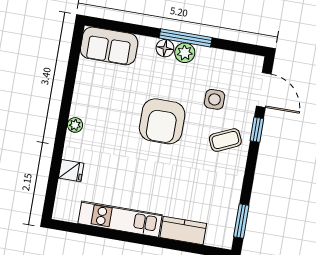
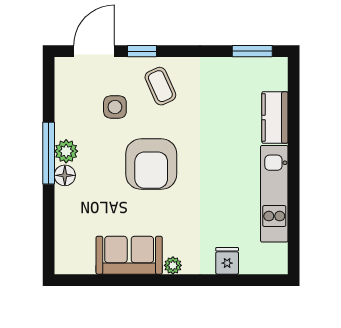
sofa: (109, 46) -> (129, 255), moved, turned -90
armchair: (162, 121) -> (151, 164), turned 90

